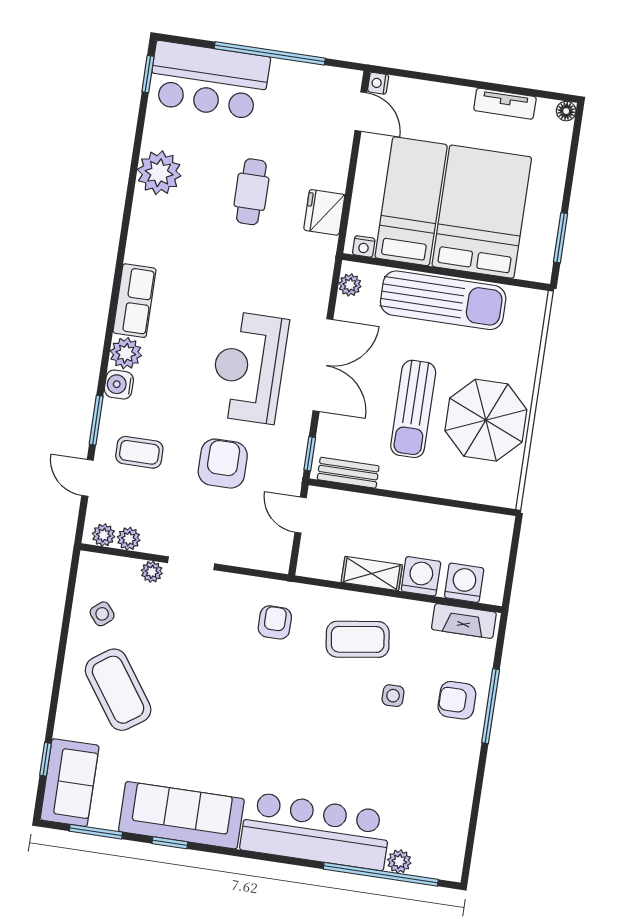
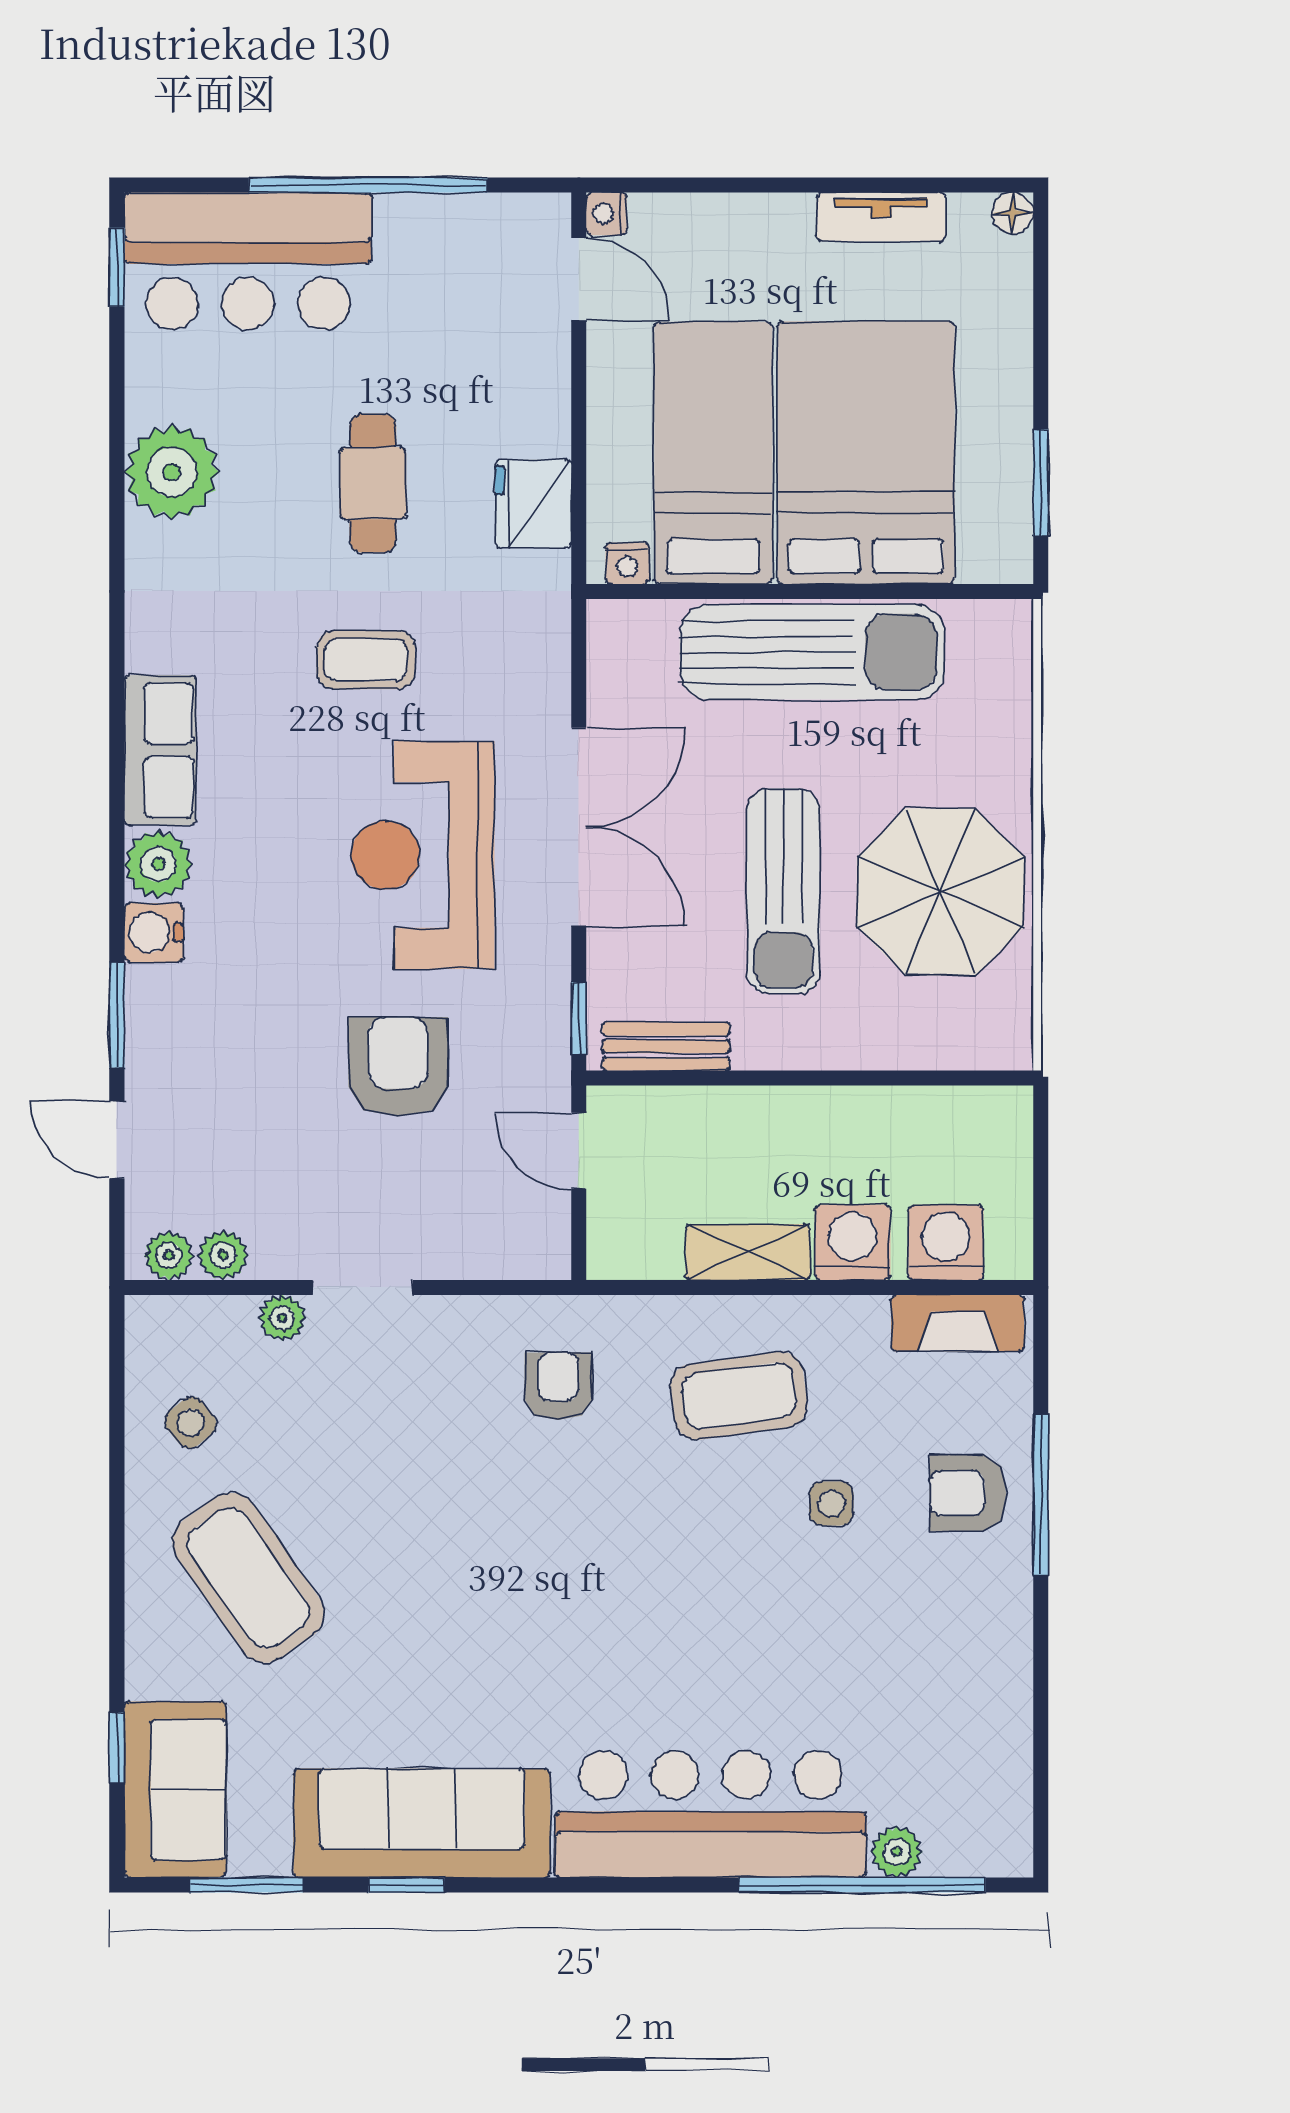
plant: (350, 285) -> (611, 649), removed
coffee table: (139, 452) -> (366, 660), moved

